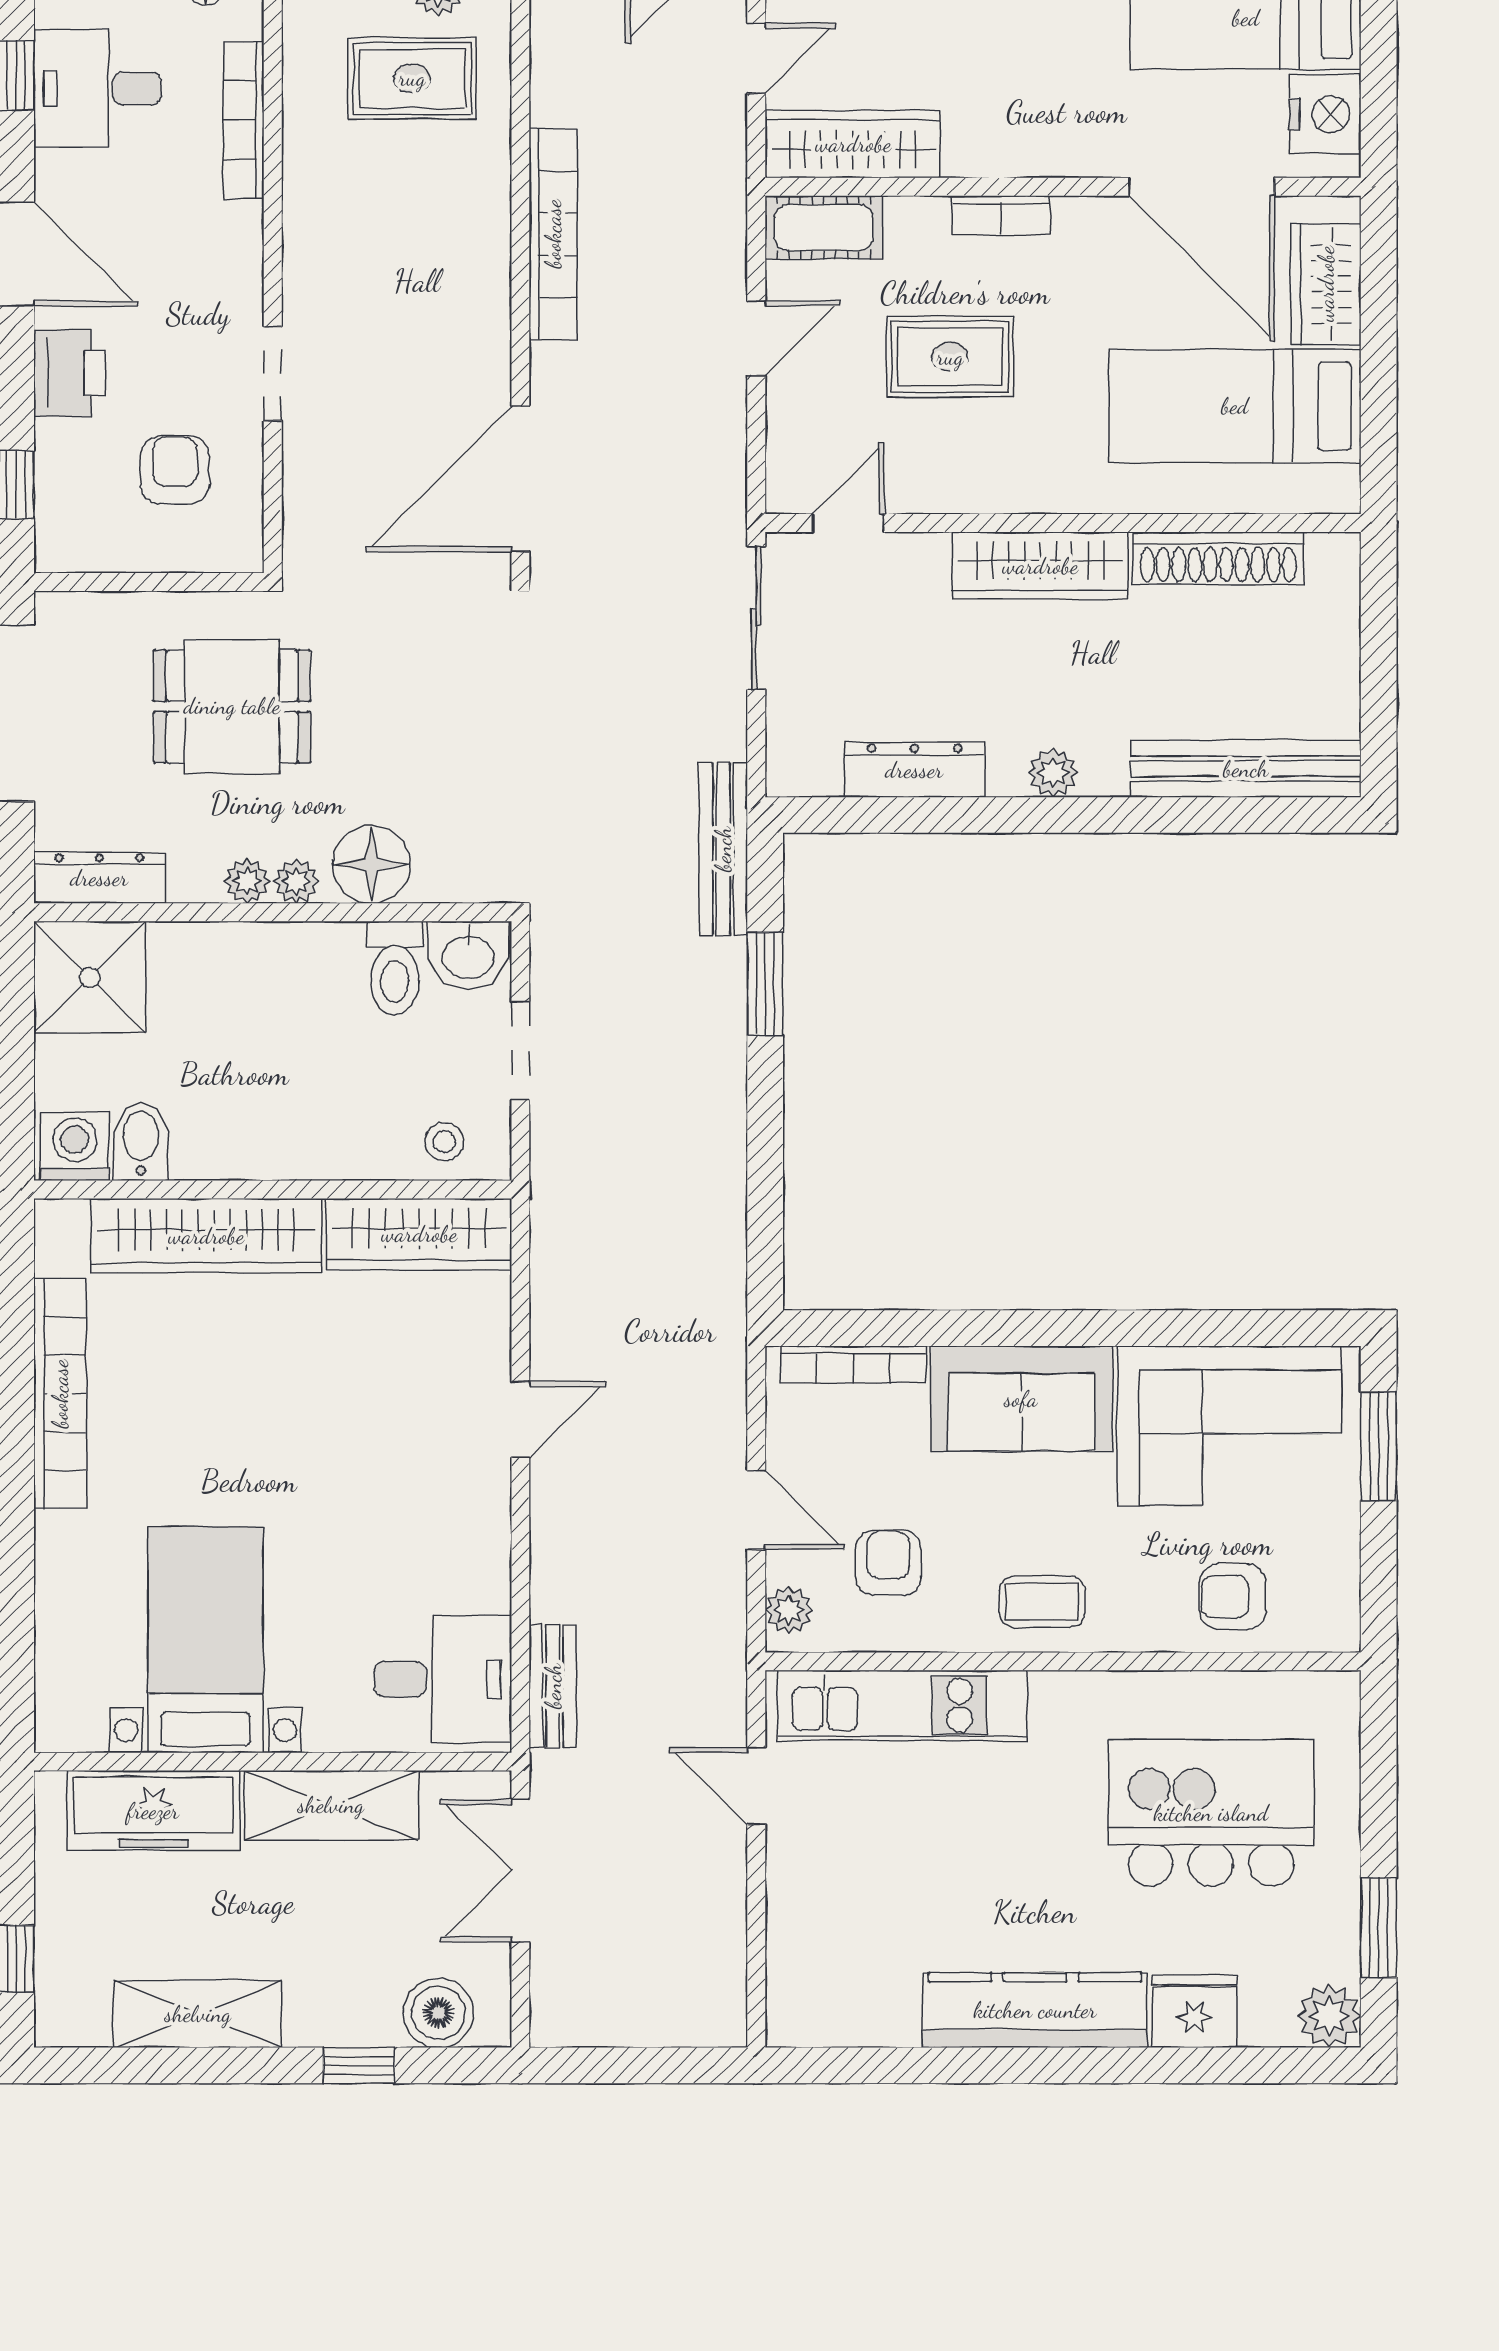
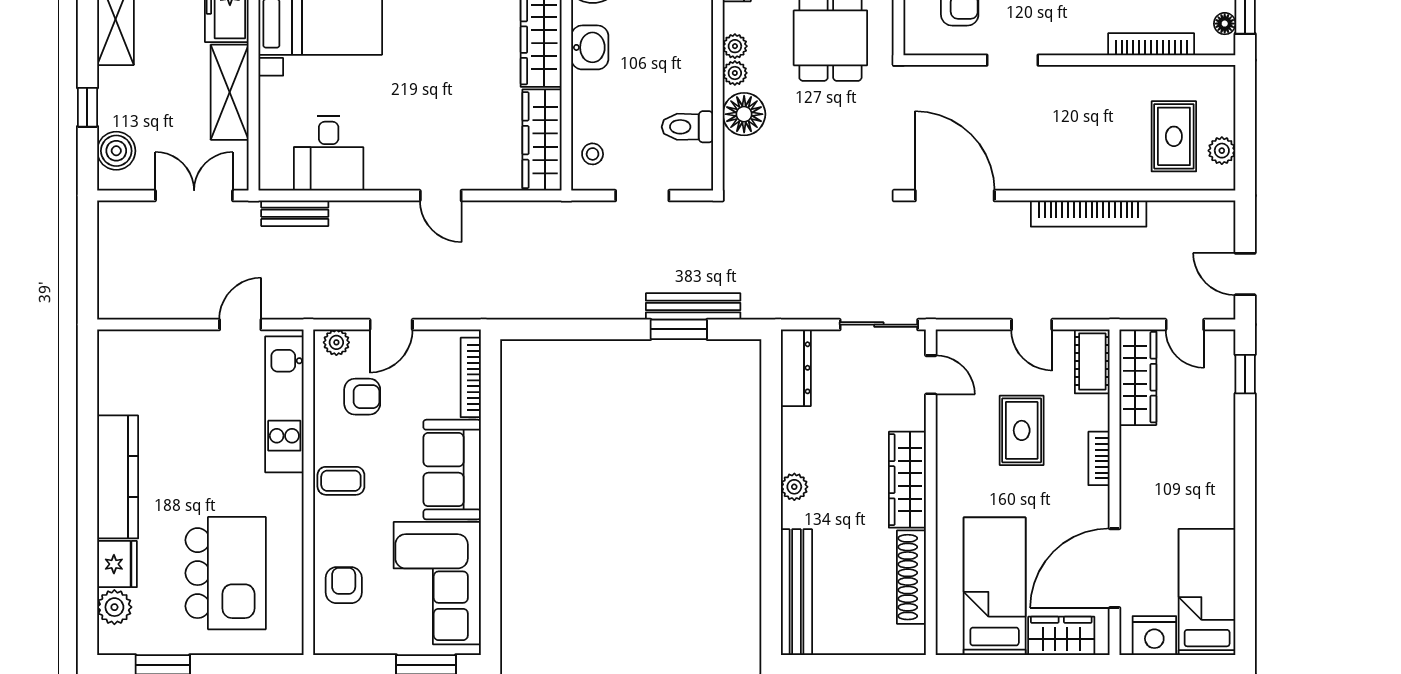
dresser: (914, 770) -> (796, 368), moved
bench: (723, 849) -> (693, 306), moved
washbasin: (468, 955) -> (590, 47), moved, turned 180
coffee table: (1042, 1602) -> (341, 481), turned 90
desk: (443, 1679) -> (329, 153), moved
plant: (1329, 2016) -> (114, 607), moved

